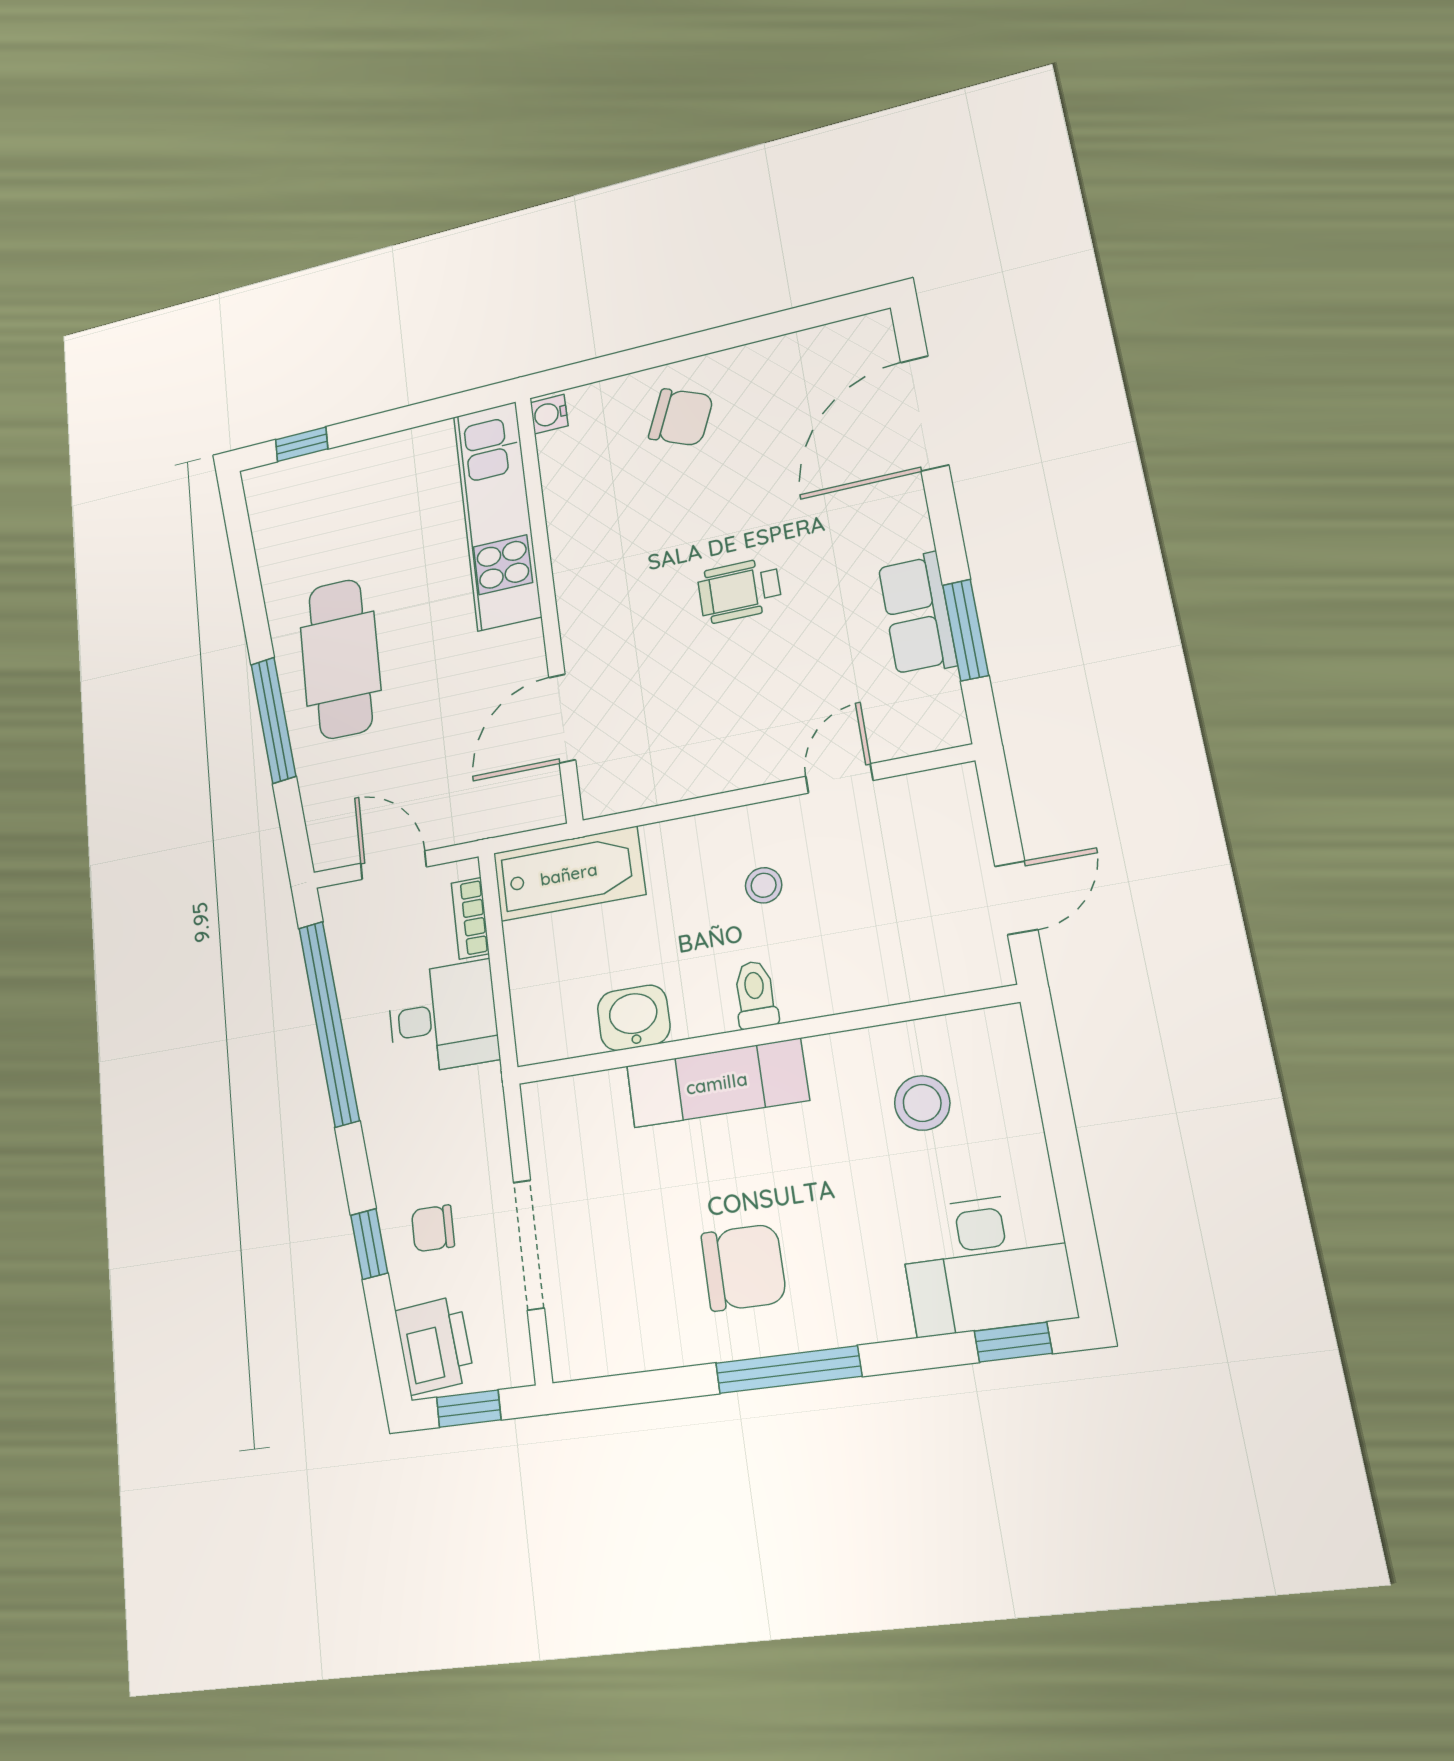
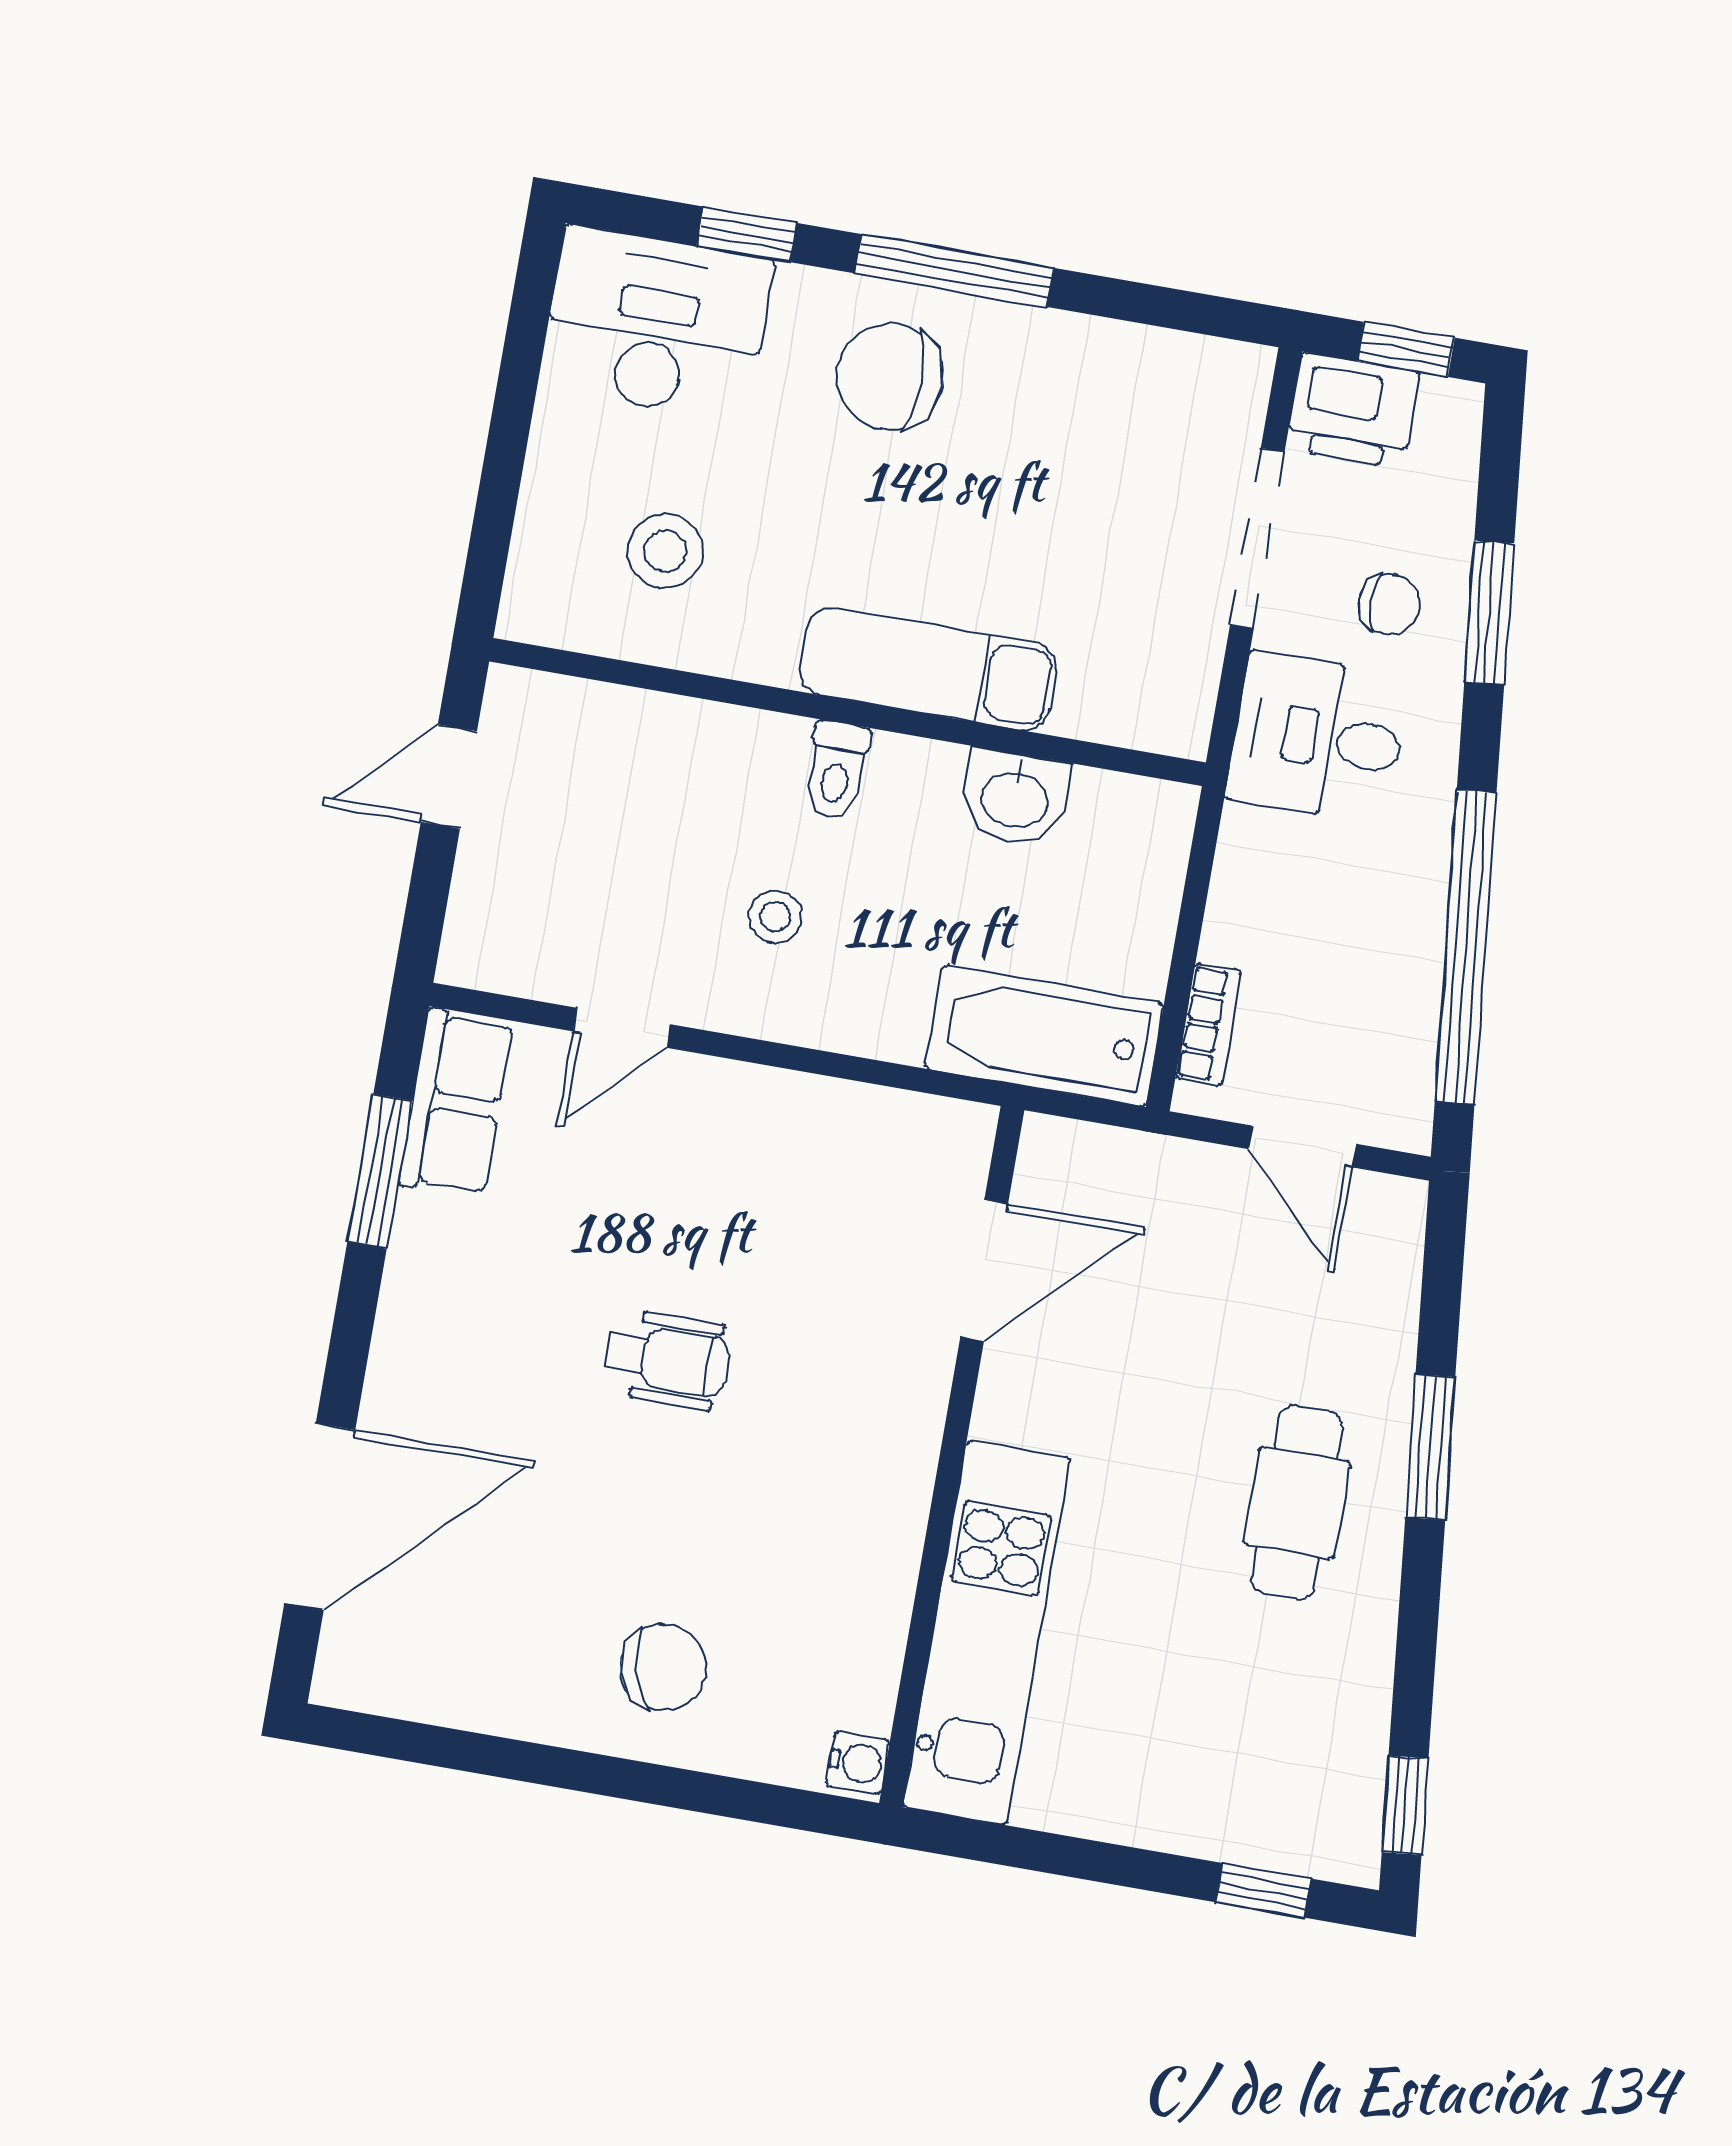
chair: (681, 417) -> (663, 1668), turned 142
window: (237, 521) -> (1405, 1805), added
row of seats: (917, 614) -> (456, 1103), moved
cafe table: (340, 659) -> (1297, 1503), width x0.73, depth x0.74
window: (273, 720) -> (1430, 1447), width x0.69
desk: (443, 1018) -> (1318, 738), moved
window: (369, 1244) -> (1489, 613), width x1.50
chair: (744, 1267) -> (890, 377), moved
window: (1013, 1342) -> (747, 234), moved
printer: (435, 1345) -> (1353, 411), moved, turned -84

